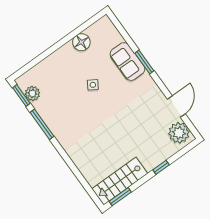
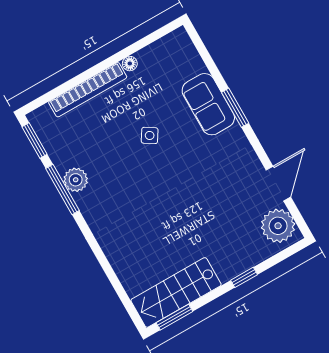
floor lamp: (81, 42) -> (130, 64), width x0.53, depth x0.53
bookcase: (51, 60) -> (88, 90), added
plant: (32, 93) -> (76, 180), moved

